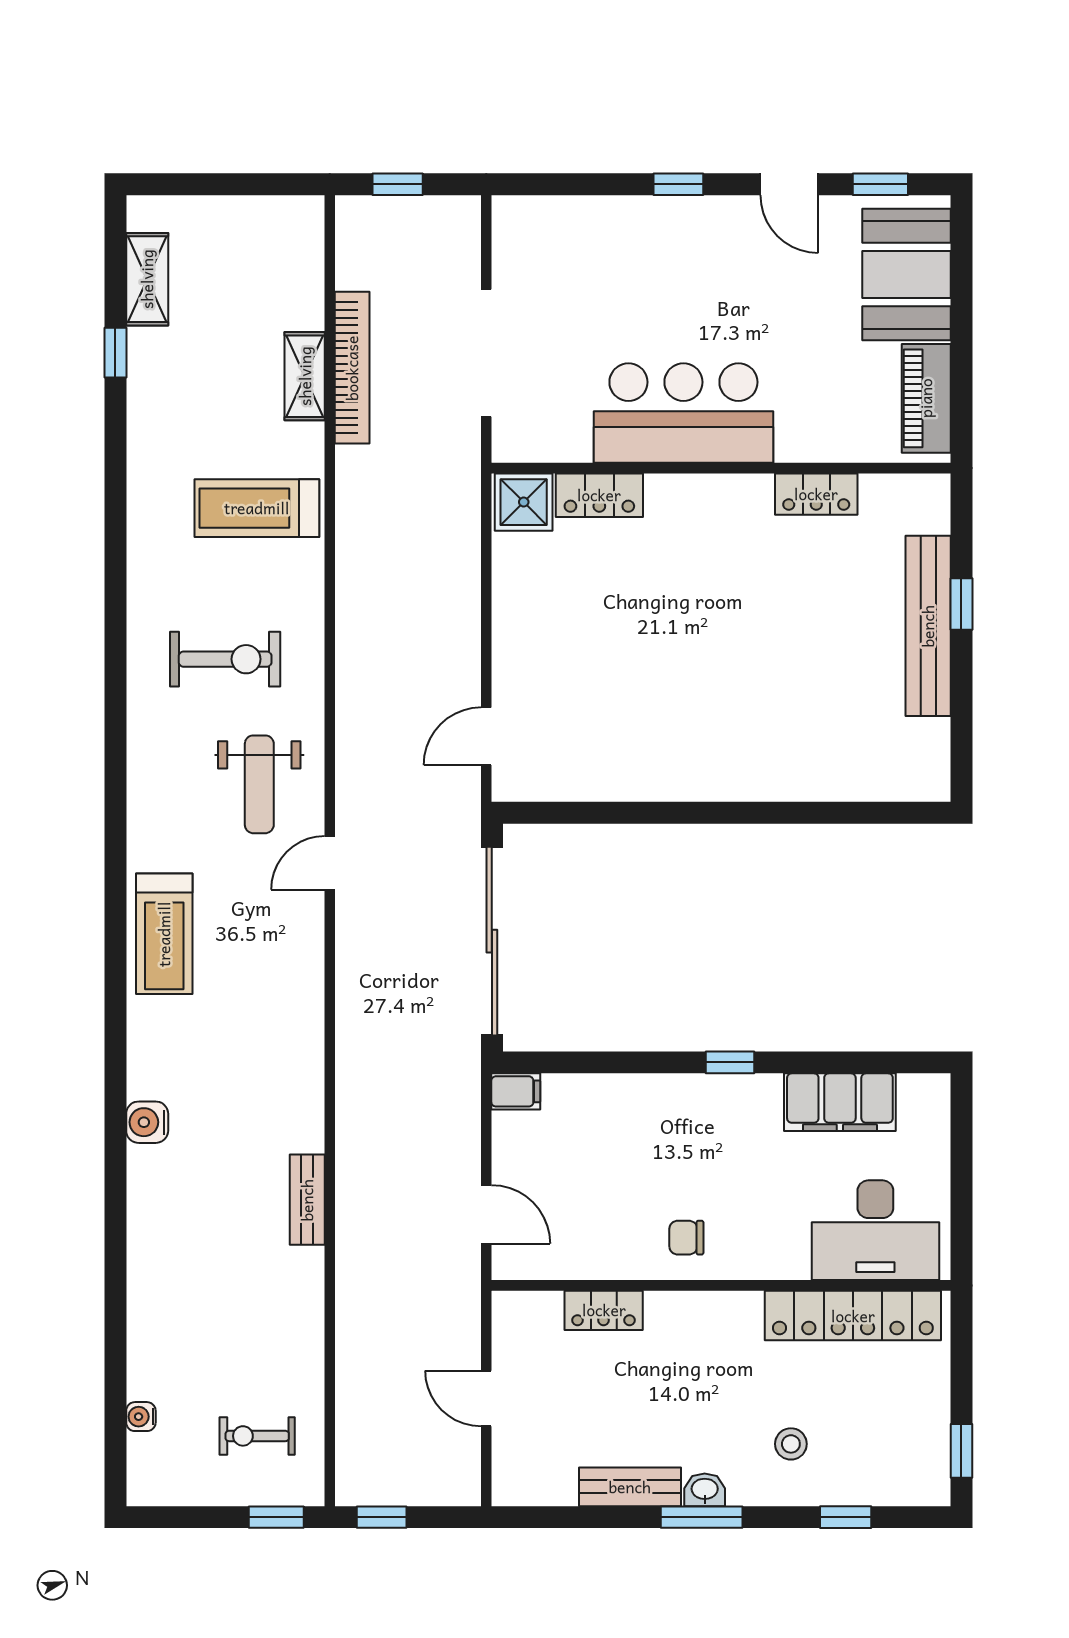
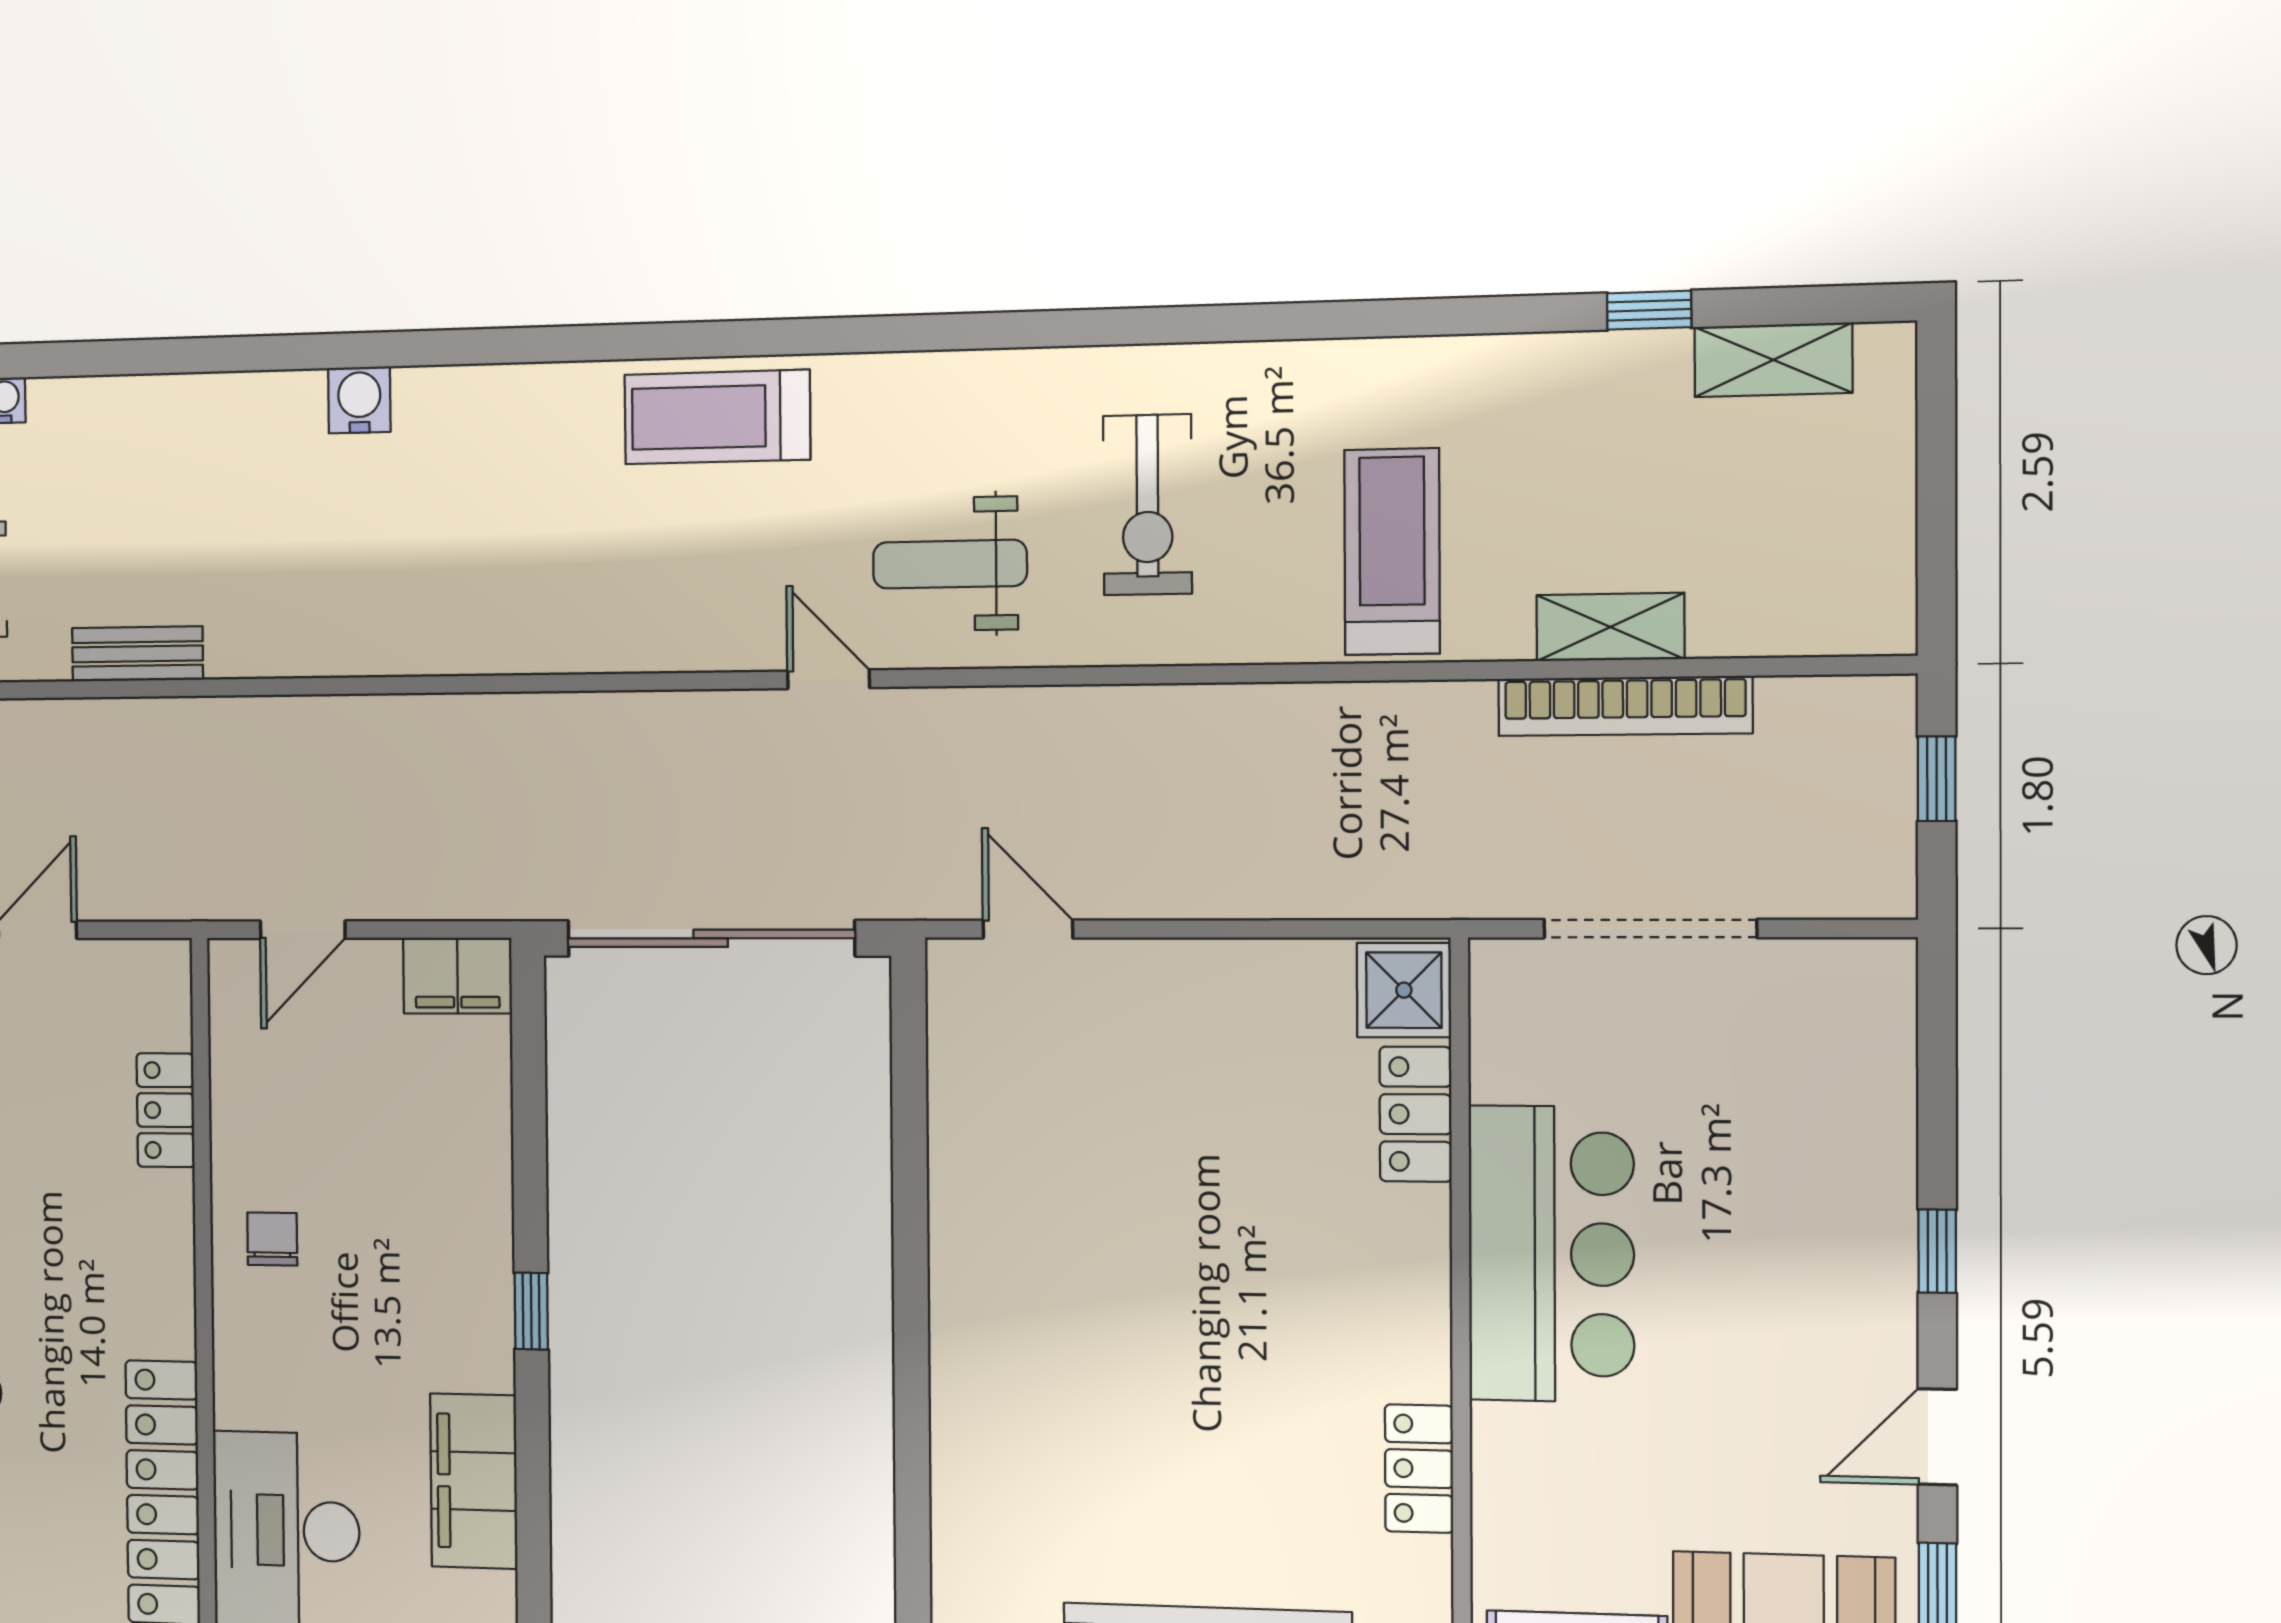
filing cabinet: (516, 1091) -> (457, 976), width x2.00
water cooler: (147, 1122) -> (359, 400), moved
bench: (307, 1200) -> (137, 654), moved

